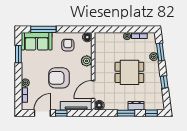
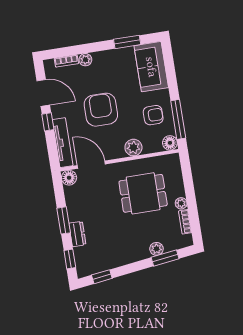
window: (43, 29) -> (178, 119), moved
dining table: (129, 72) -> (143, 193), moved, turned 90
window: (164, 82) -> (102, 277), moved

